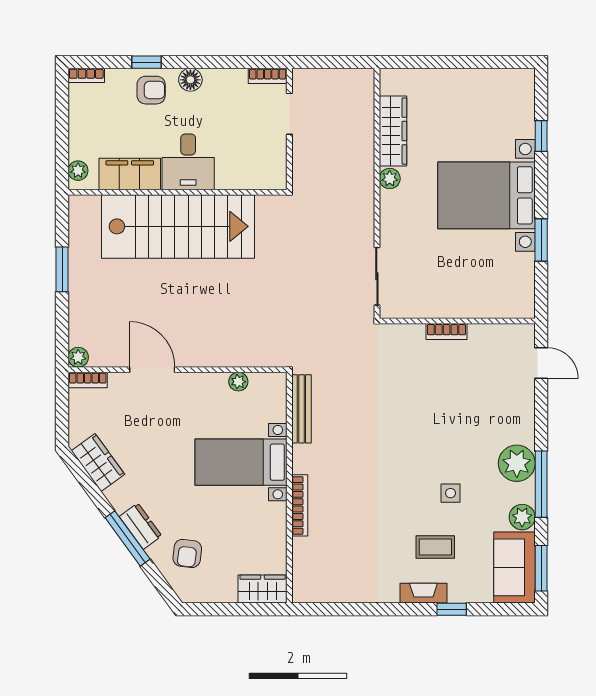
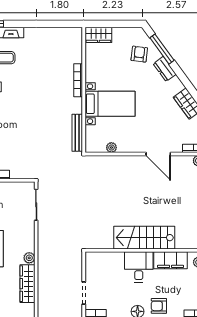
stairs: (178, 226) -> (144, 238), width x0.73, depth x0.66
window: (128, 538) -> (162, 49), moved

